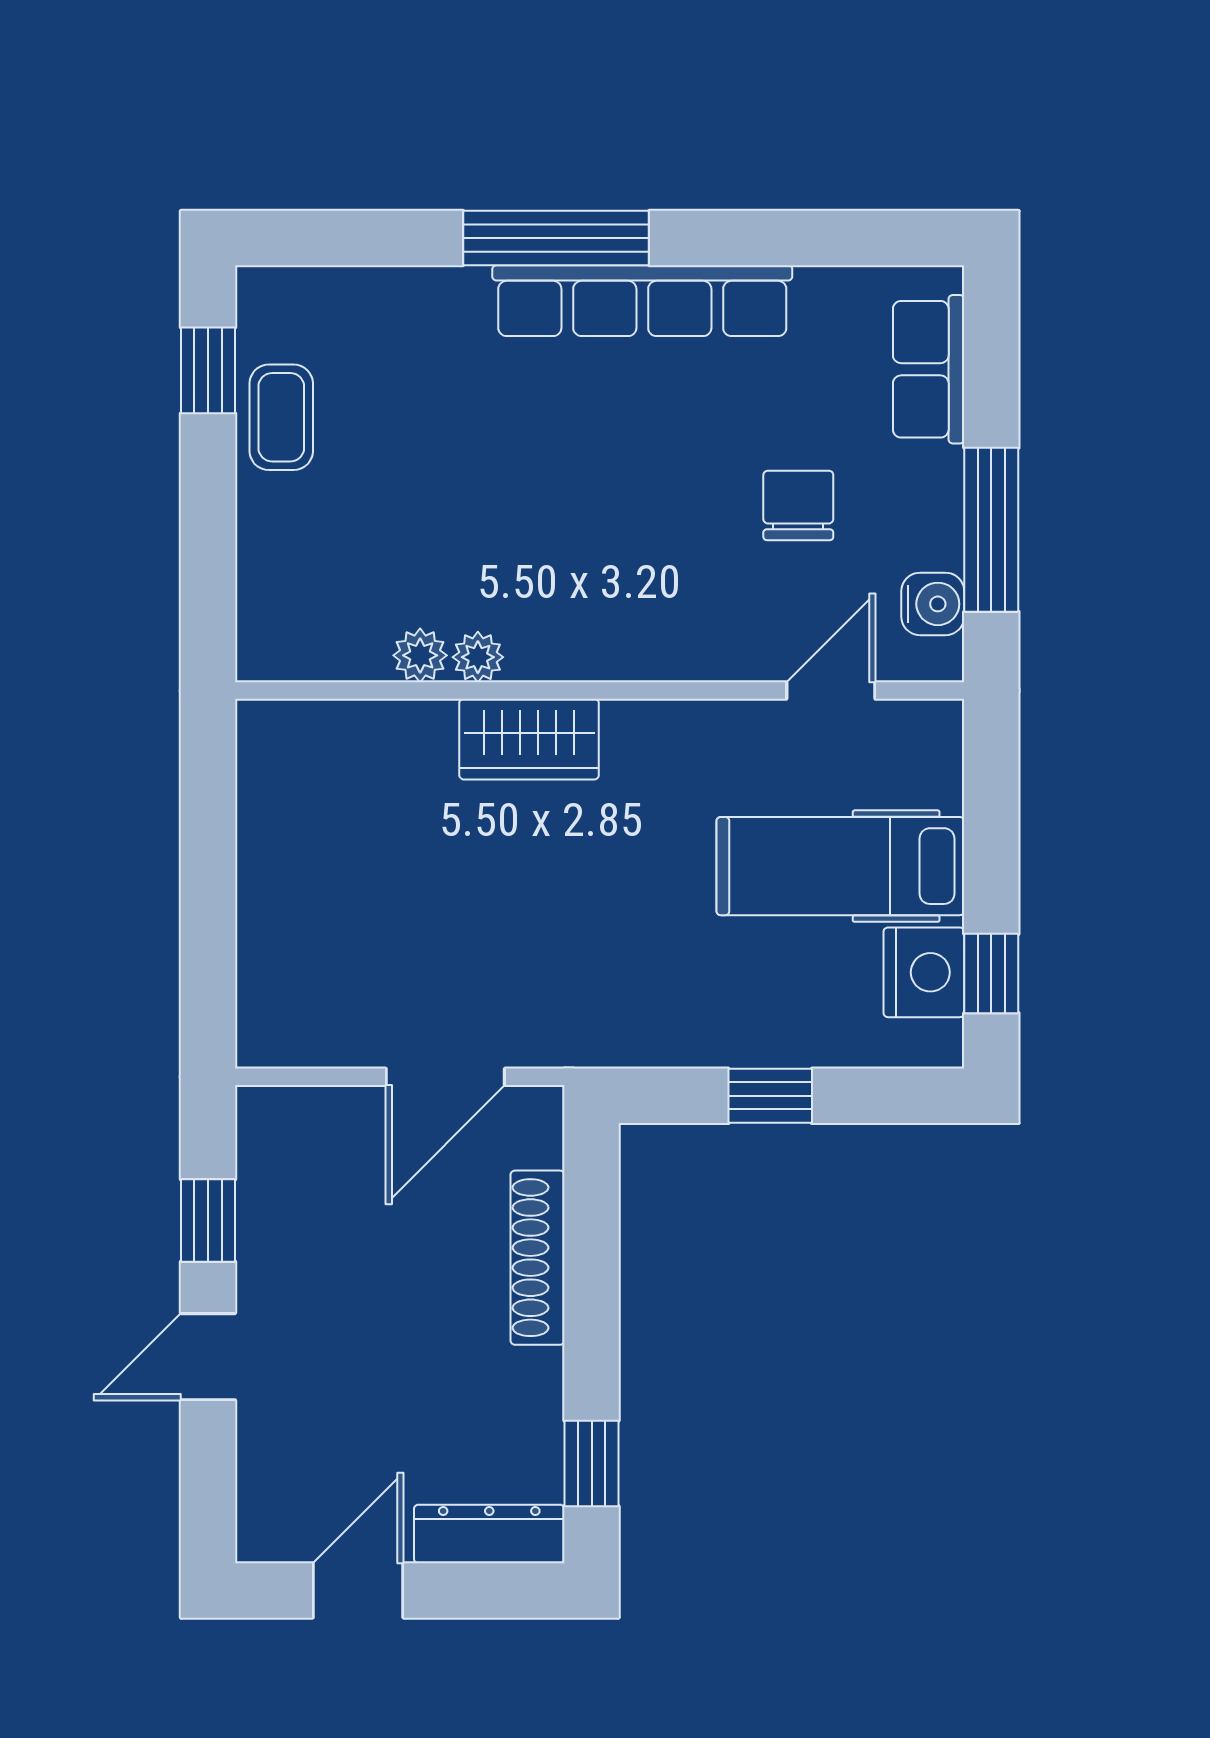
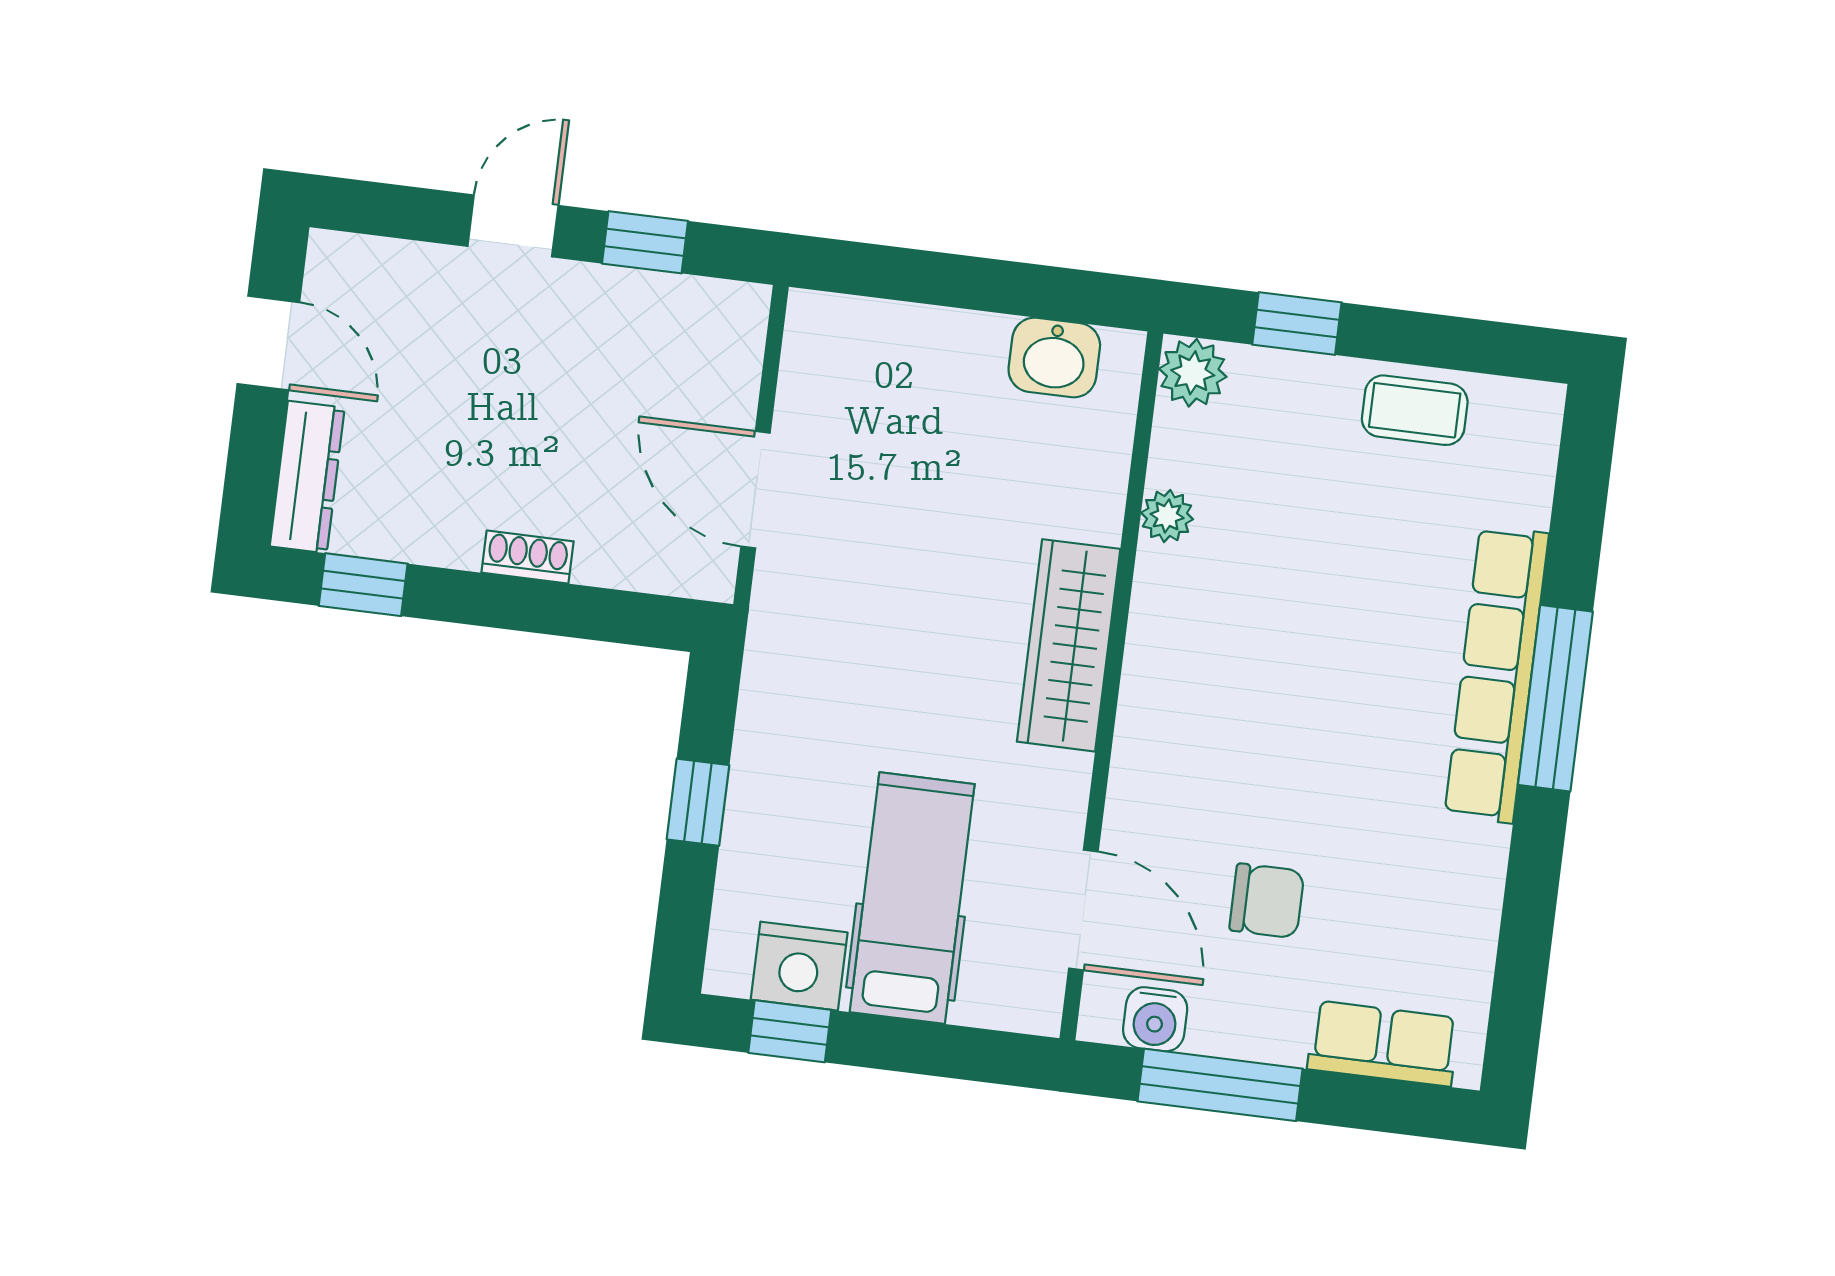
row of seats: (642, 301) -> (1497, 674), moved
window: (208, 370) -> (1297, 323), moved
plant: (478, 657) -> (1193, 373), moved, width x1.38, depth x1.38
door: (831, 691) -> (1083, 910), width x1.38
wardrobe: (529, 739) -> (1069, 645), width x1.50
washbasin: (273, 790) -> (1054, 357), added
shoe rack: (537, 1258) -> (528, 557), width x0.51, depth x0.81
door: (208, 1357) -> (513, 226), hinge flipped

